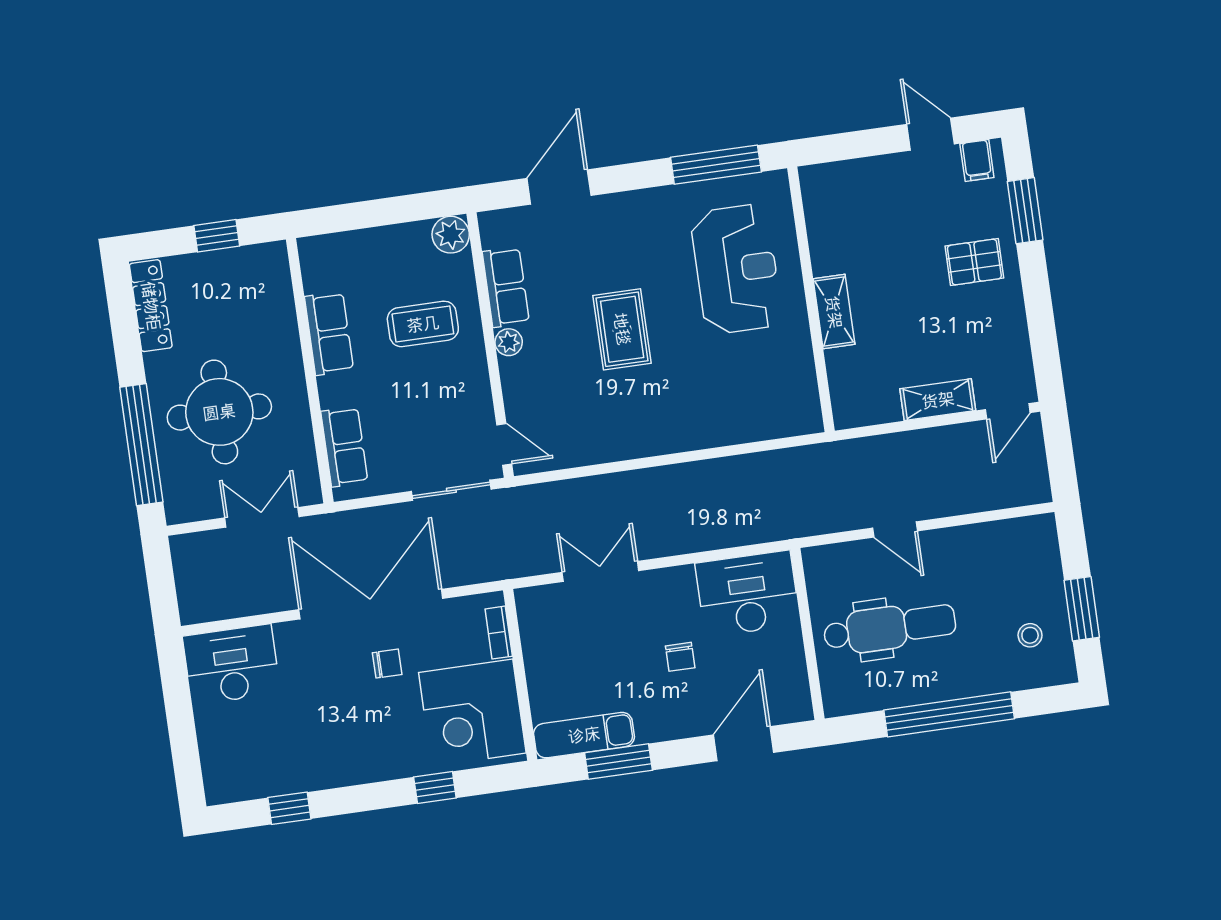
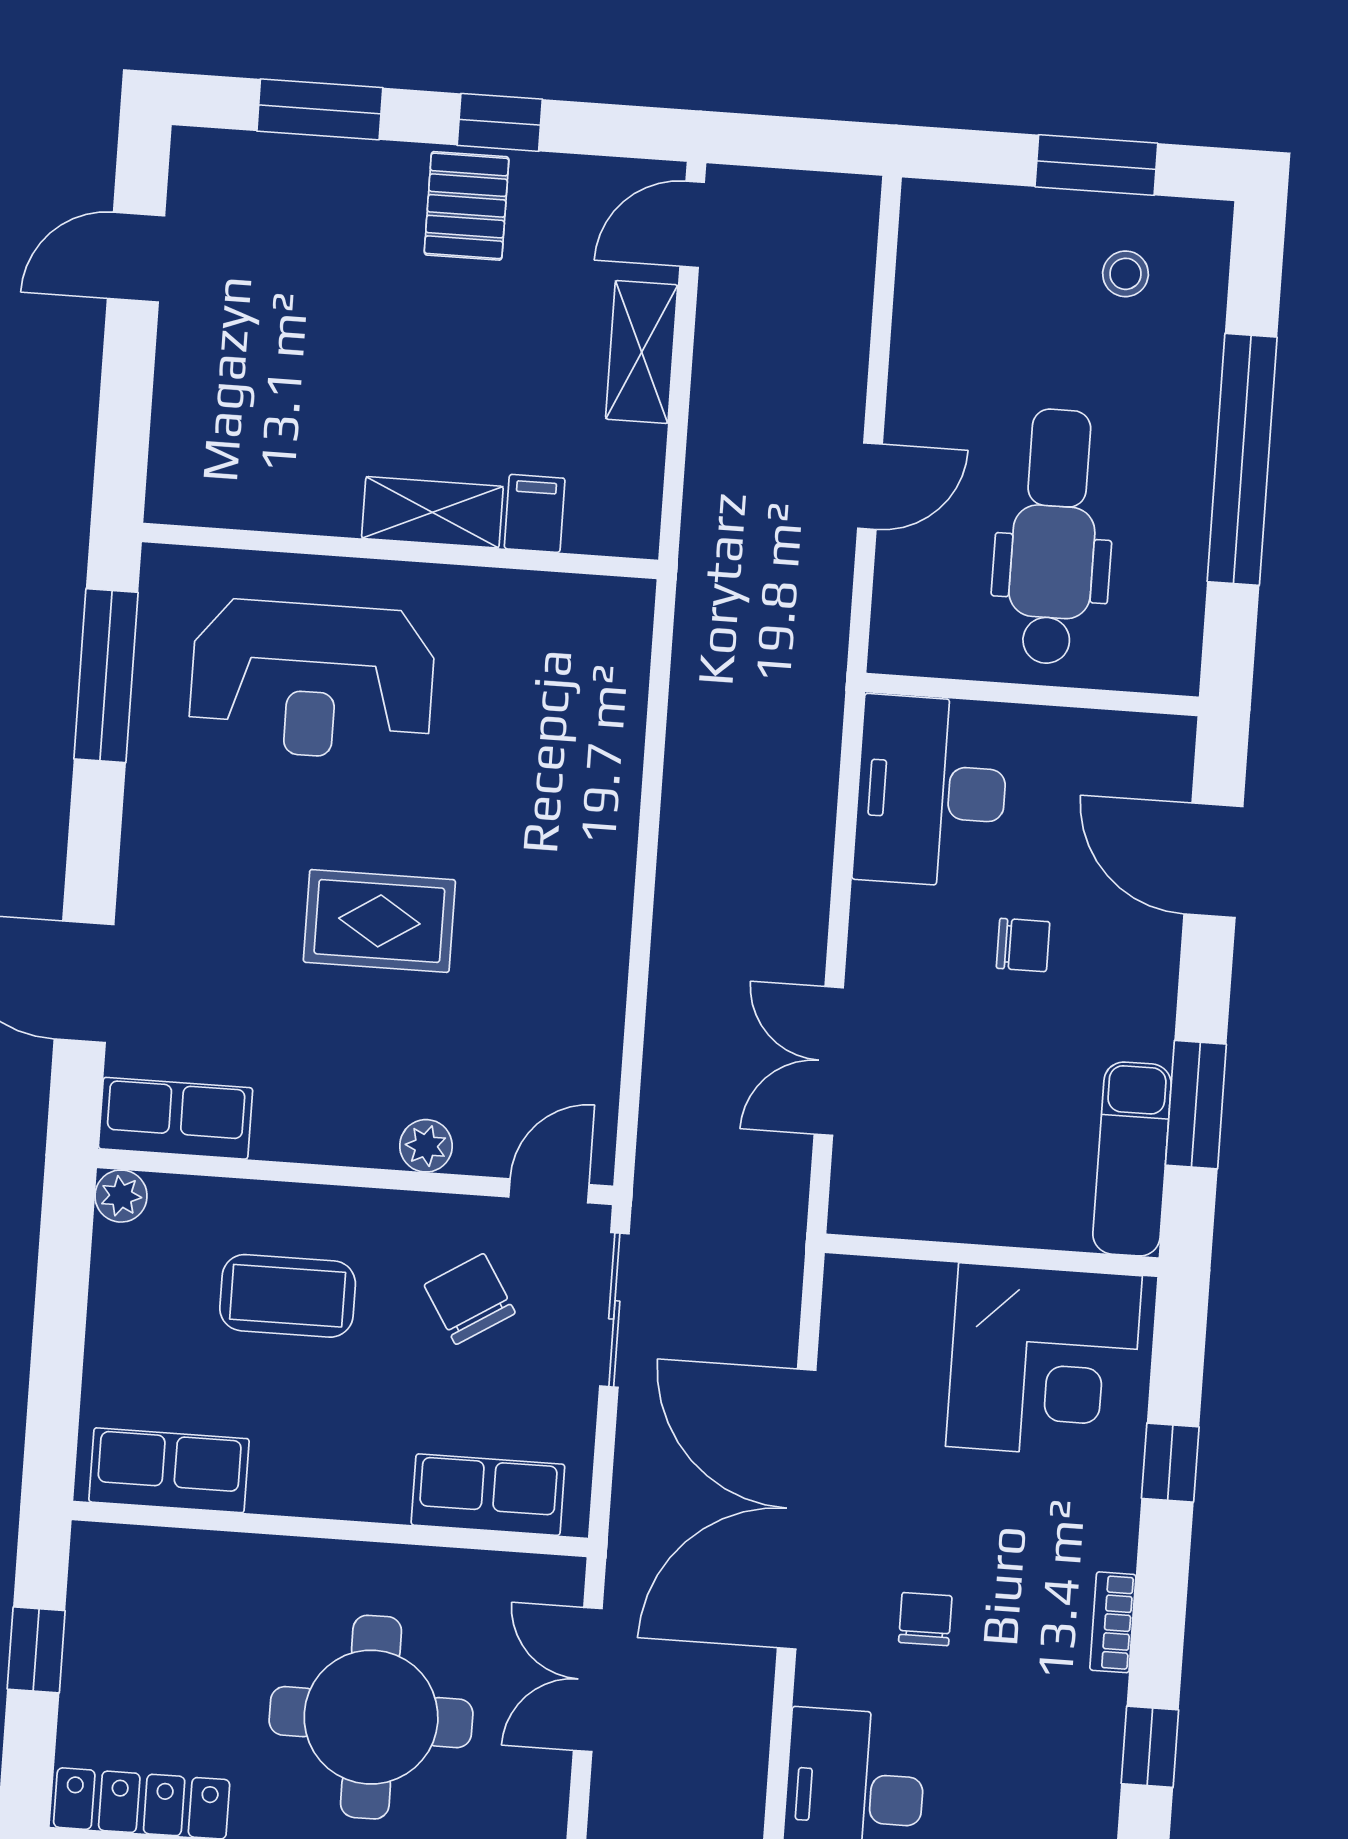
filing cabinet: (977, 161) -> (535, 513), moved, turned -90
plant: (451, 235) -> (121, 1196), width x0.73, depth x0.73
pallet: (974, 262) -> (467, 206), moved
reception desk: (736, 269) -> (312, 680), turned 180
row of seats: (506, 287) -> (176, 1118), moved
window: (1038, 303) -> (500, 122), added
coffee table: (423, 324) -> (288, 1296), turned 90
row of seats: (329, 333) -> (169, 1470), moved
plant: (509, 342) -> (426, 1146), moved
door: (1008, 411) -> (692, 224), swing flipped
chair: (441, 416) -> (470, 1299), added
bookcase: (499, 633) -> (1113, 1622), moved, turned 90
chair: (387, 664) -> (925, 1619), moved

